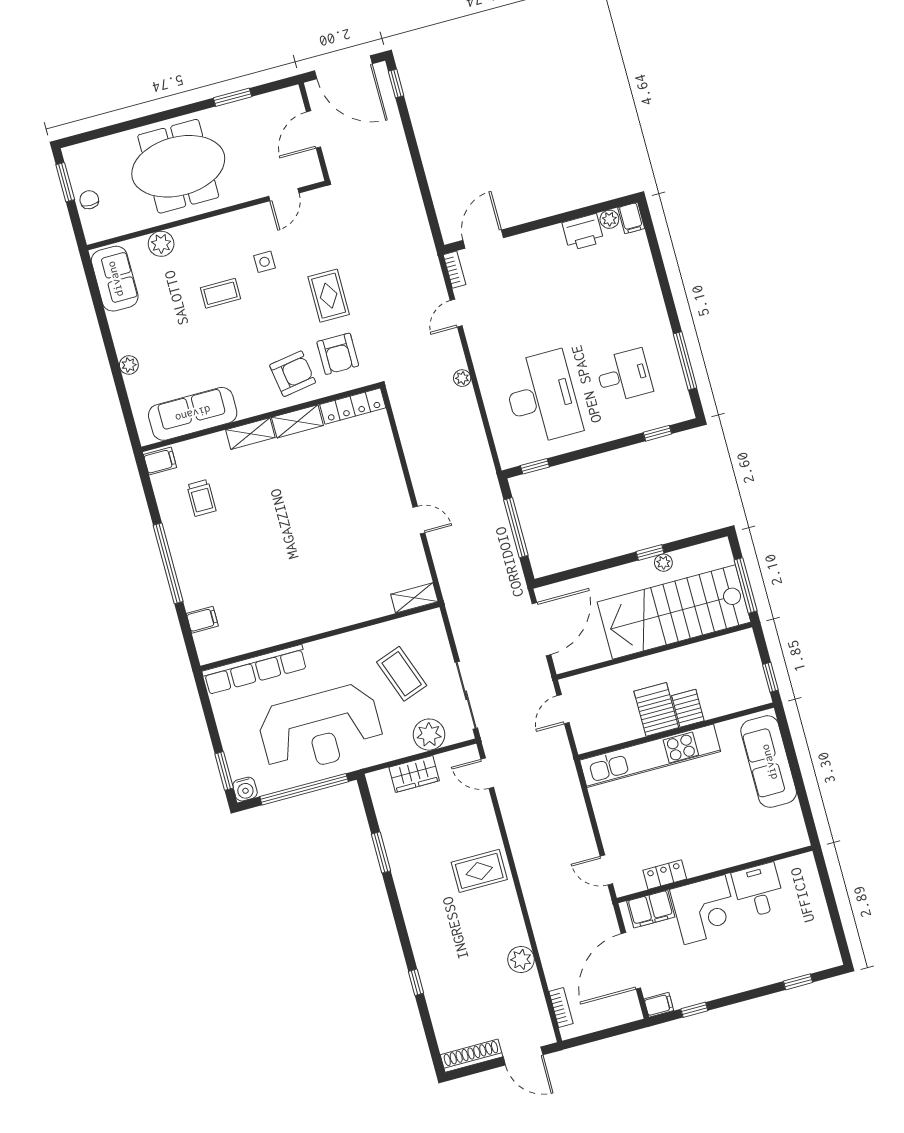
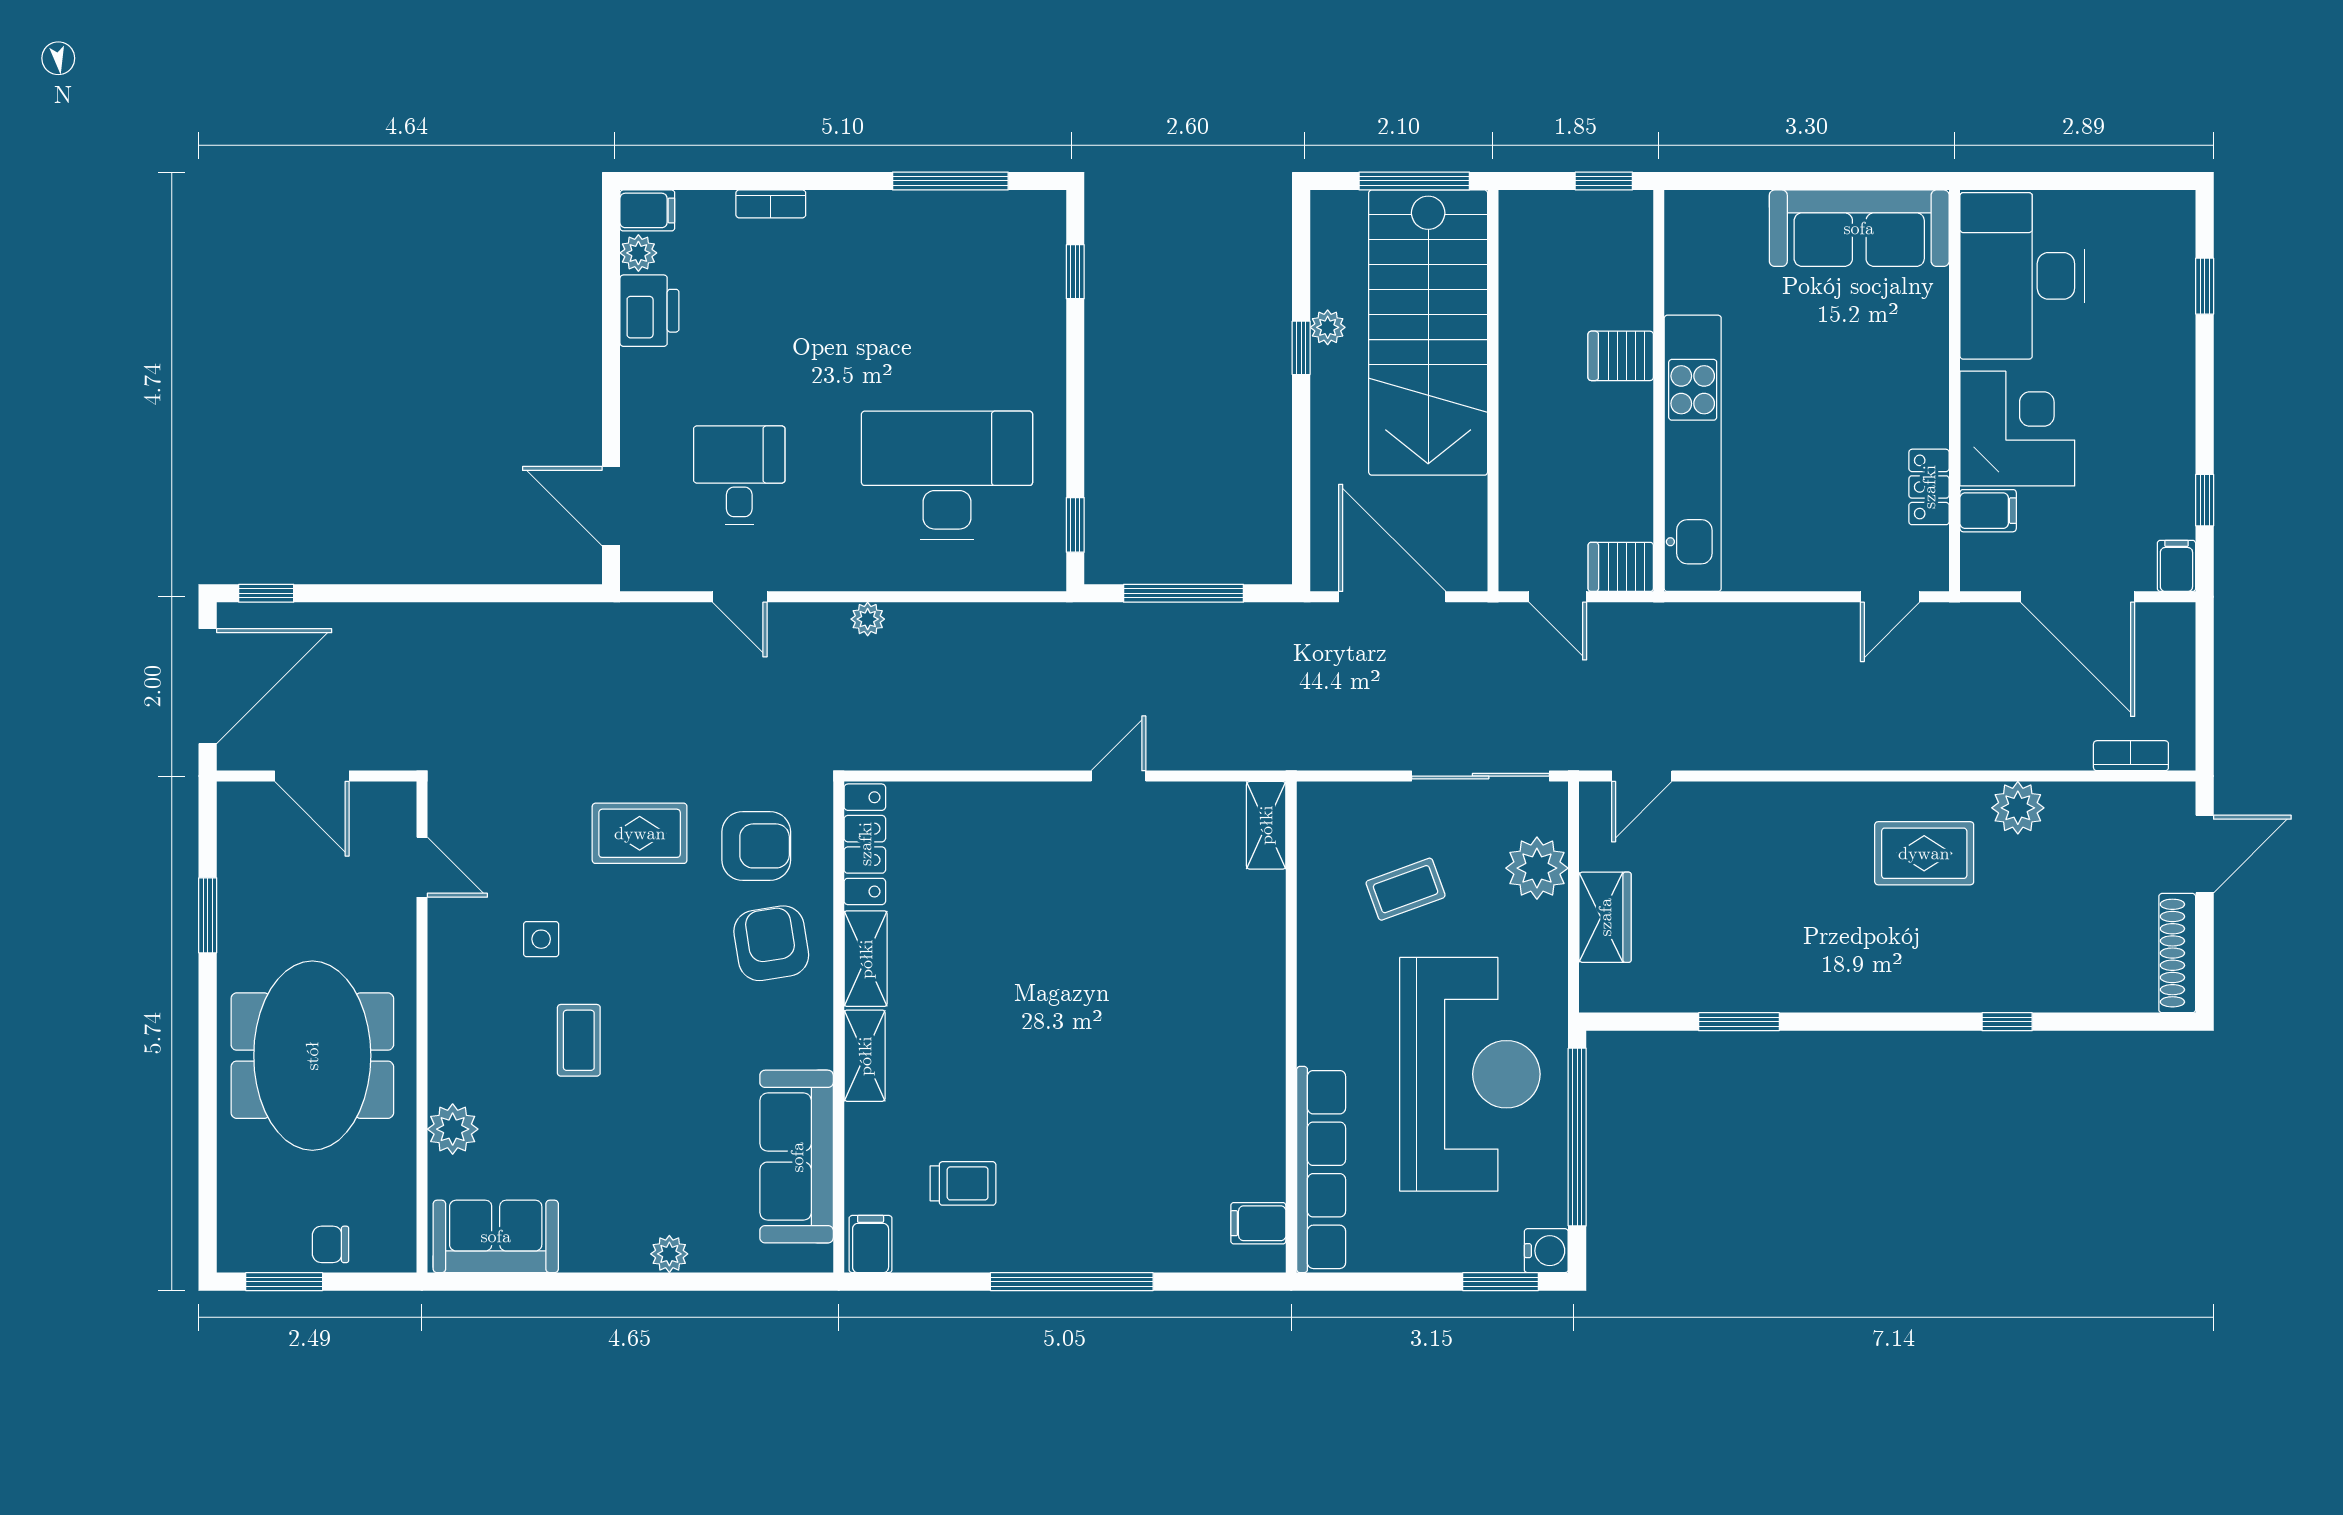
bookcase: (454, 270) -> (771, 204), moved, turned 180
desk: (624, 376) -> (739, 475), moved
filing cabinet: (202, 620) -> (1258, 1223), moved, turned -90
coffee table: (402, 674) -> (1406, 889), width x0.73, depth x0.77
server rack: (656, 709) -> (1621, 567), moved, width x0.73, depth x0.70
sofa: (769, 762) -> (1859, 228), moved
rug: (479, 871) -> (1924, 853), moved, turned 90
desk: (758, 890) -> (2022, 276), width x1.87, depth x1.30
filing cabinet: (651, 909) -> (1988, 511), width x0.50

